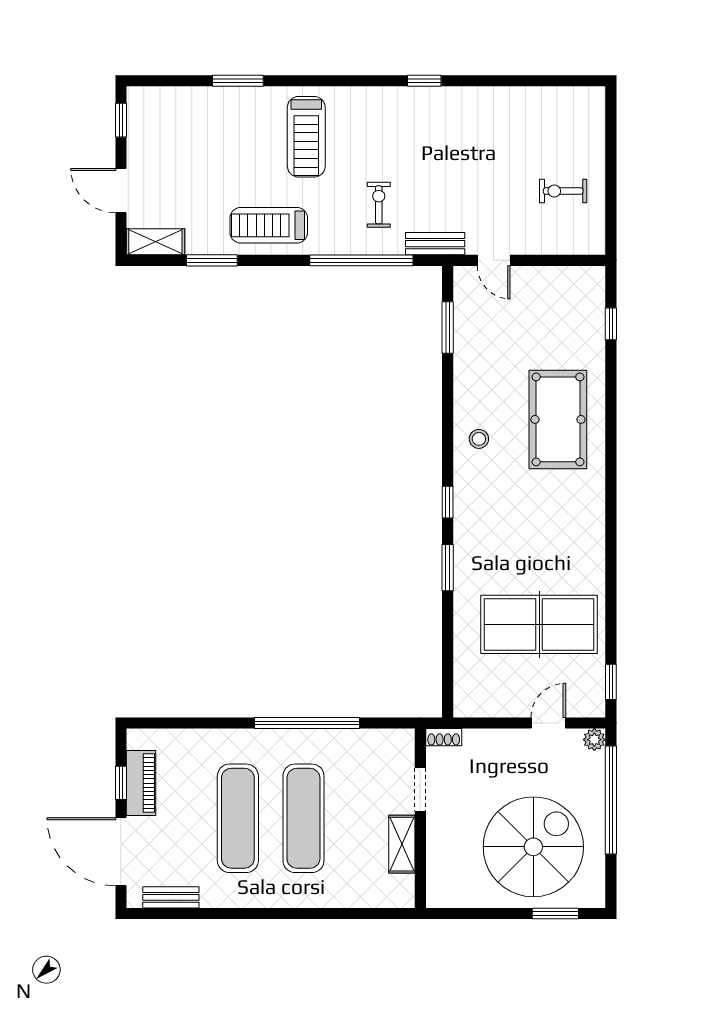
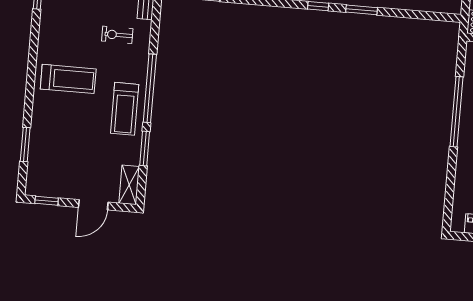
window: (238, 81) -> (25, 145), moved
window: (361, 260) -> (150, 88), moved

